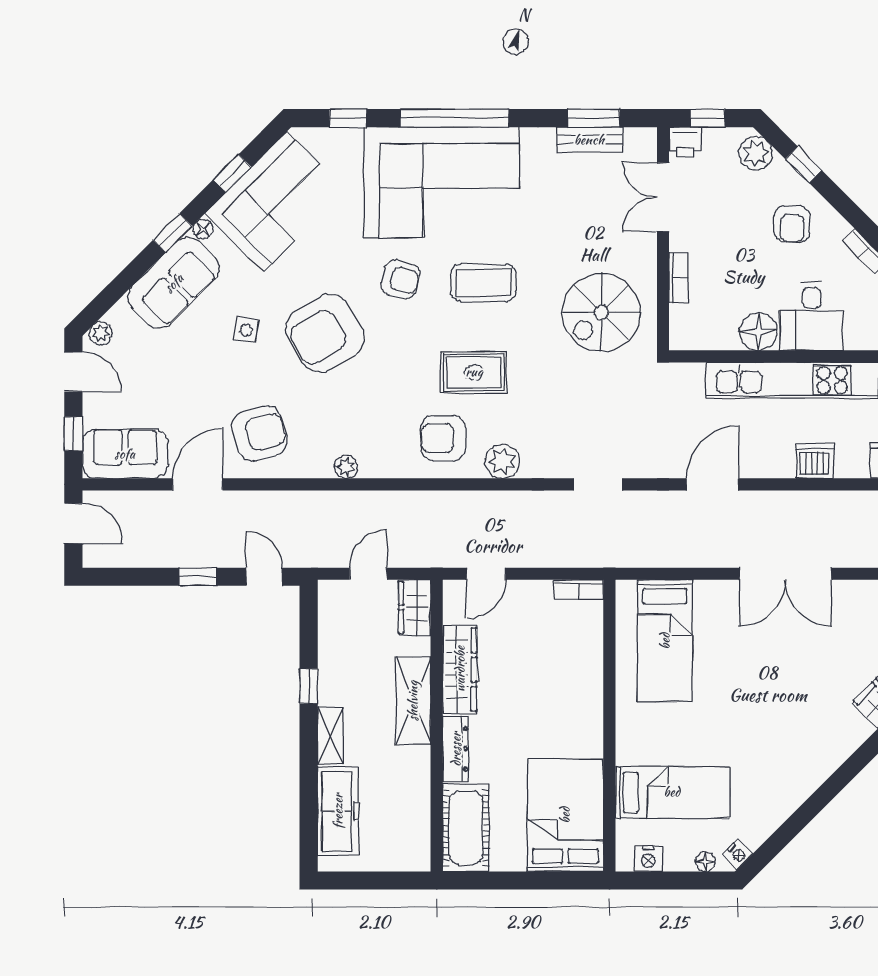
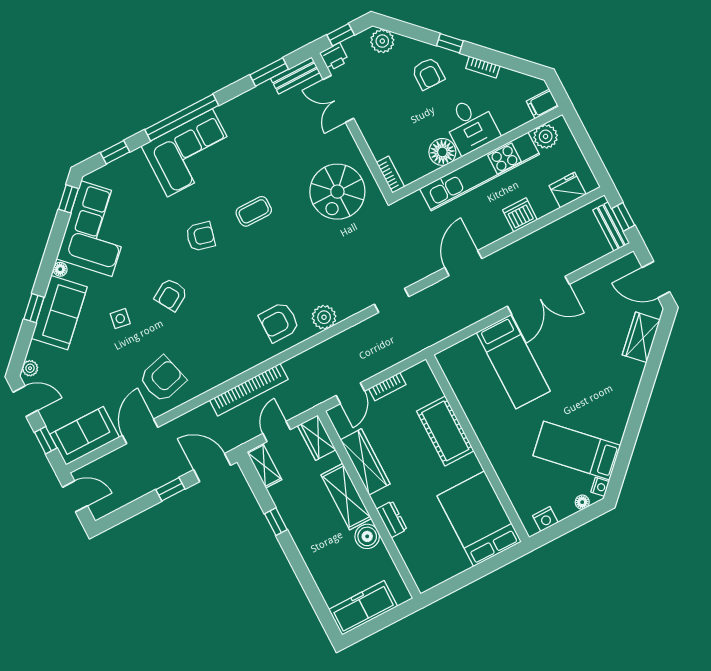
bench: (589, 140) -> (295, 76), moved
window: (804, 165) -> (450, 43), moved
window: (232, 173) -> (68, 199), moved
corner sofa: (442, 182) -> (190, 153), width x0.73, depth x0.74
window: (173, 233) -> (34, 308), moved
bookcase: (679, 277) -> (390, 175), moved
coffee table: (483, 283) -> (254, 211), width x0.73, depth x0.77
armchair: (325, 333) -> (171, 295), width x0.53, depth x0.53
rug: (474, 372) -> (277, 271), removed
plant: (346, 467) -> (228, 372), removed
bookcase: (361, 503) -> (249, 390), added
door: (264, 577) -> (212, 468), width x1.38
bookcase: (579, 590) -> (387, 387), moved
bed: (665, 641) -> (513, 362), moved
shelving: (331, 736) -> (264, 466), moved
dresser: (456, 749) -> (392, 519), width x0.70
boiler: (413, 764) -> (367, 536), added
bed: (672, 792) -> (577, 451), moved, turned -135
freezer: (338, 811) -> (363, 608), moved, turned -90
cot: (466, 828) -> (445, 431), moved

